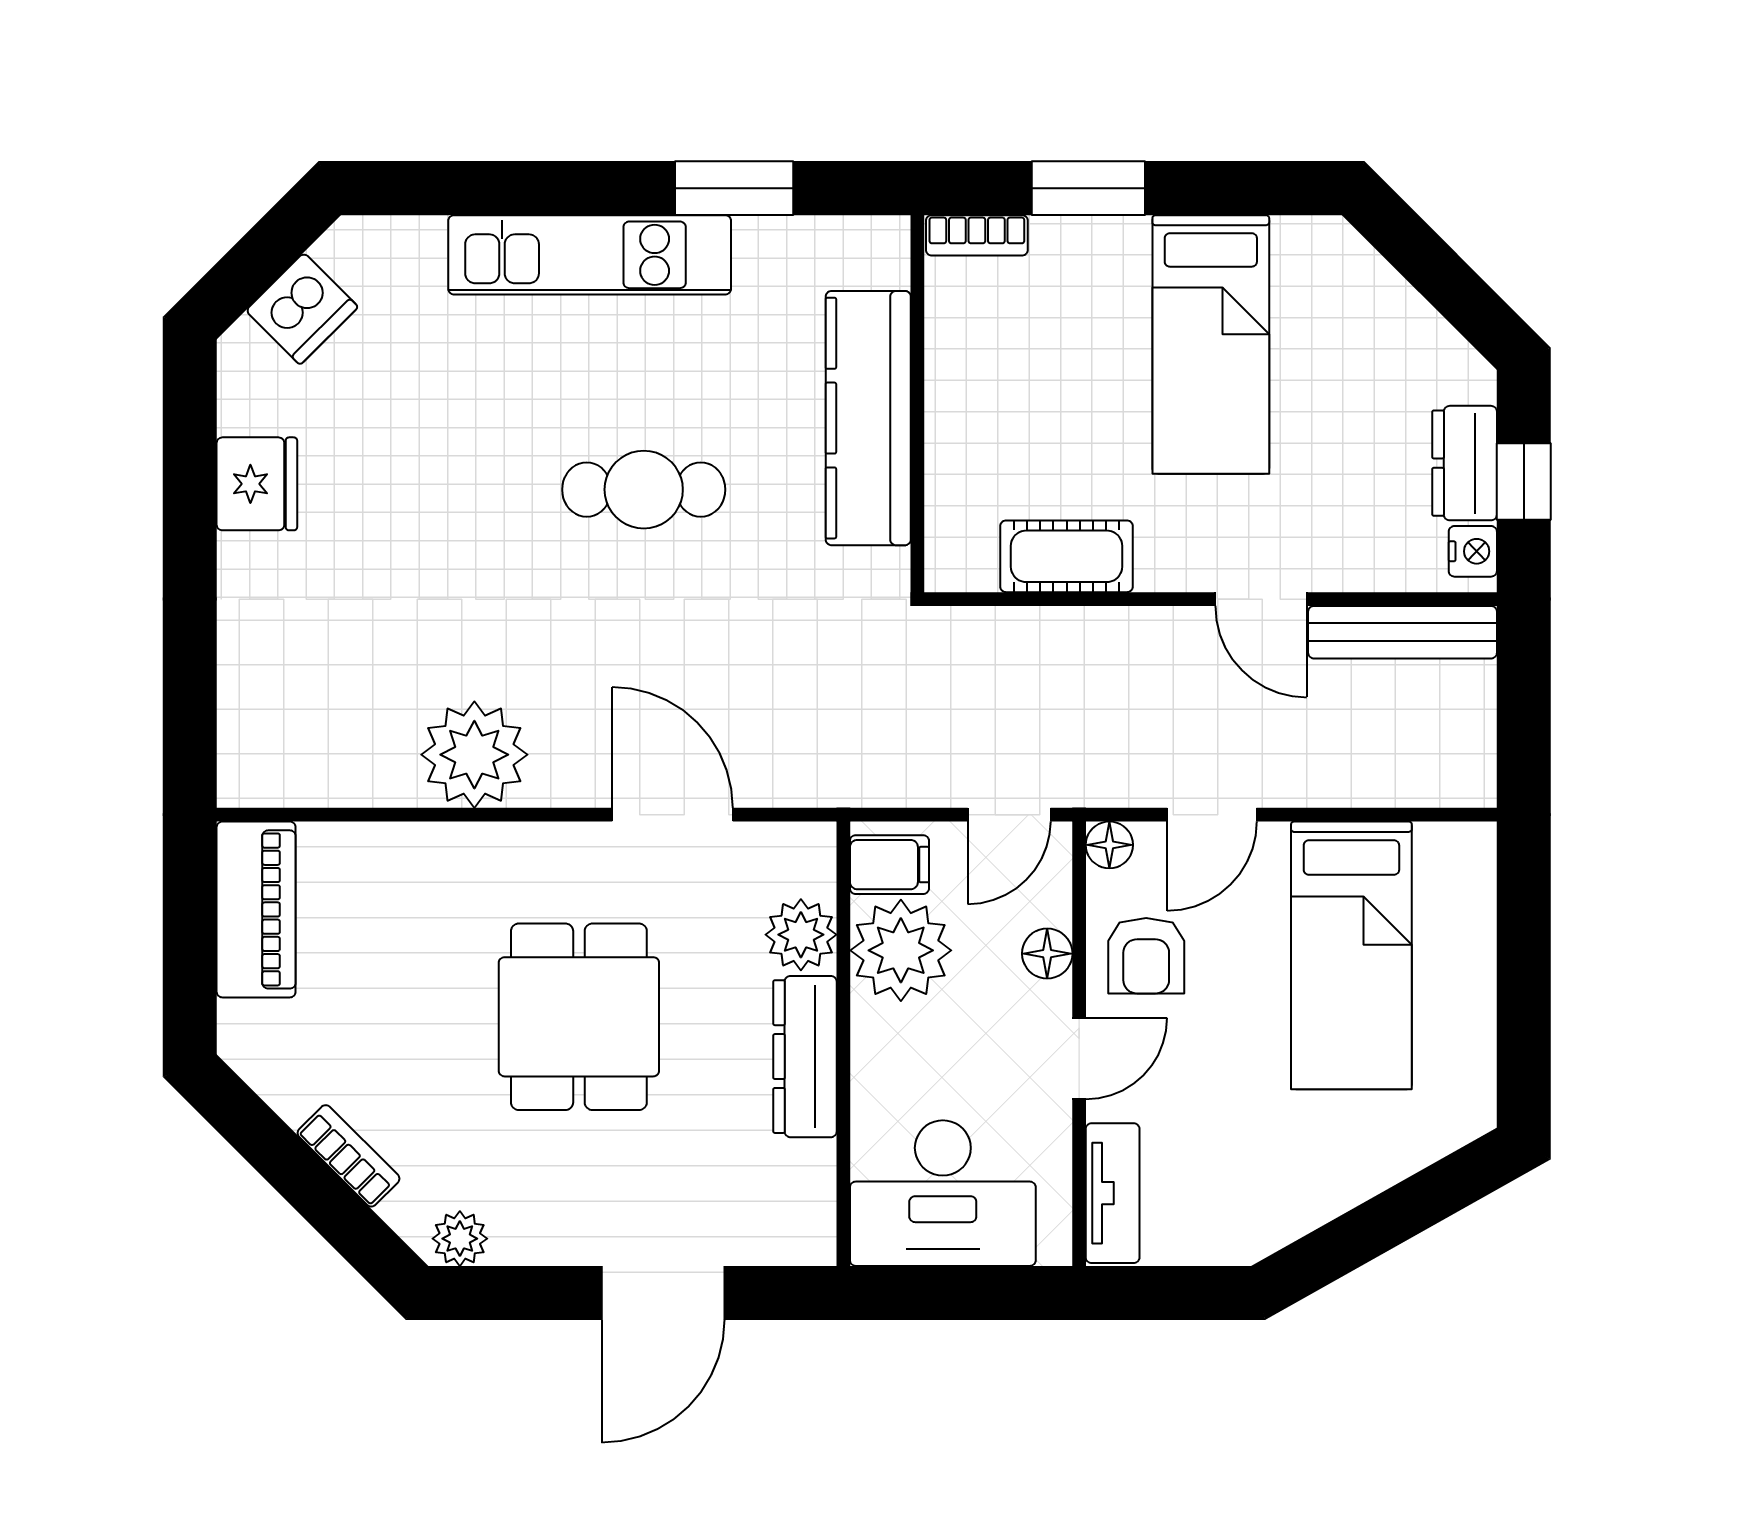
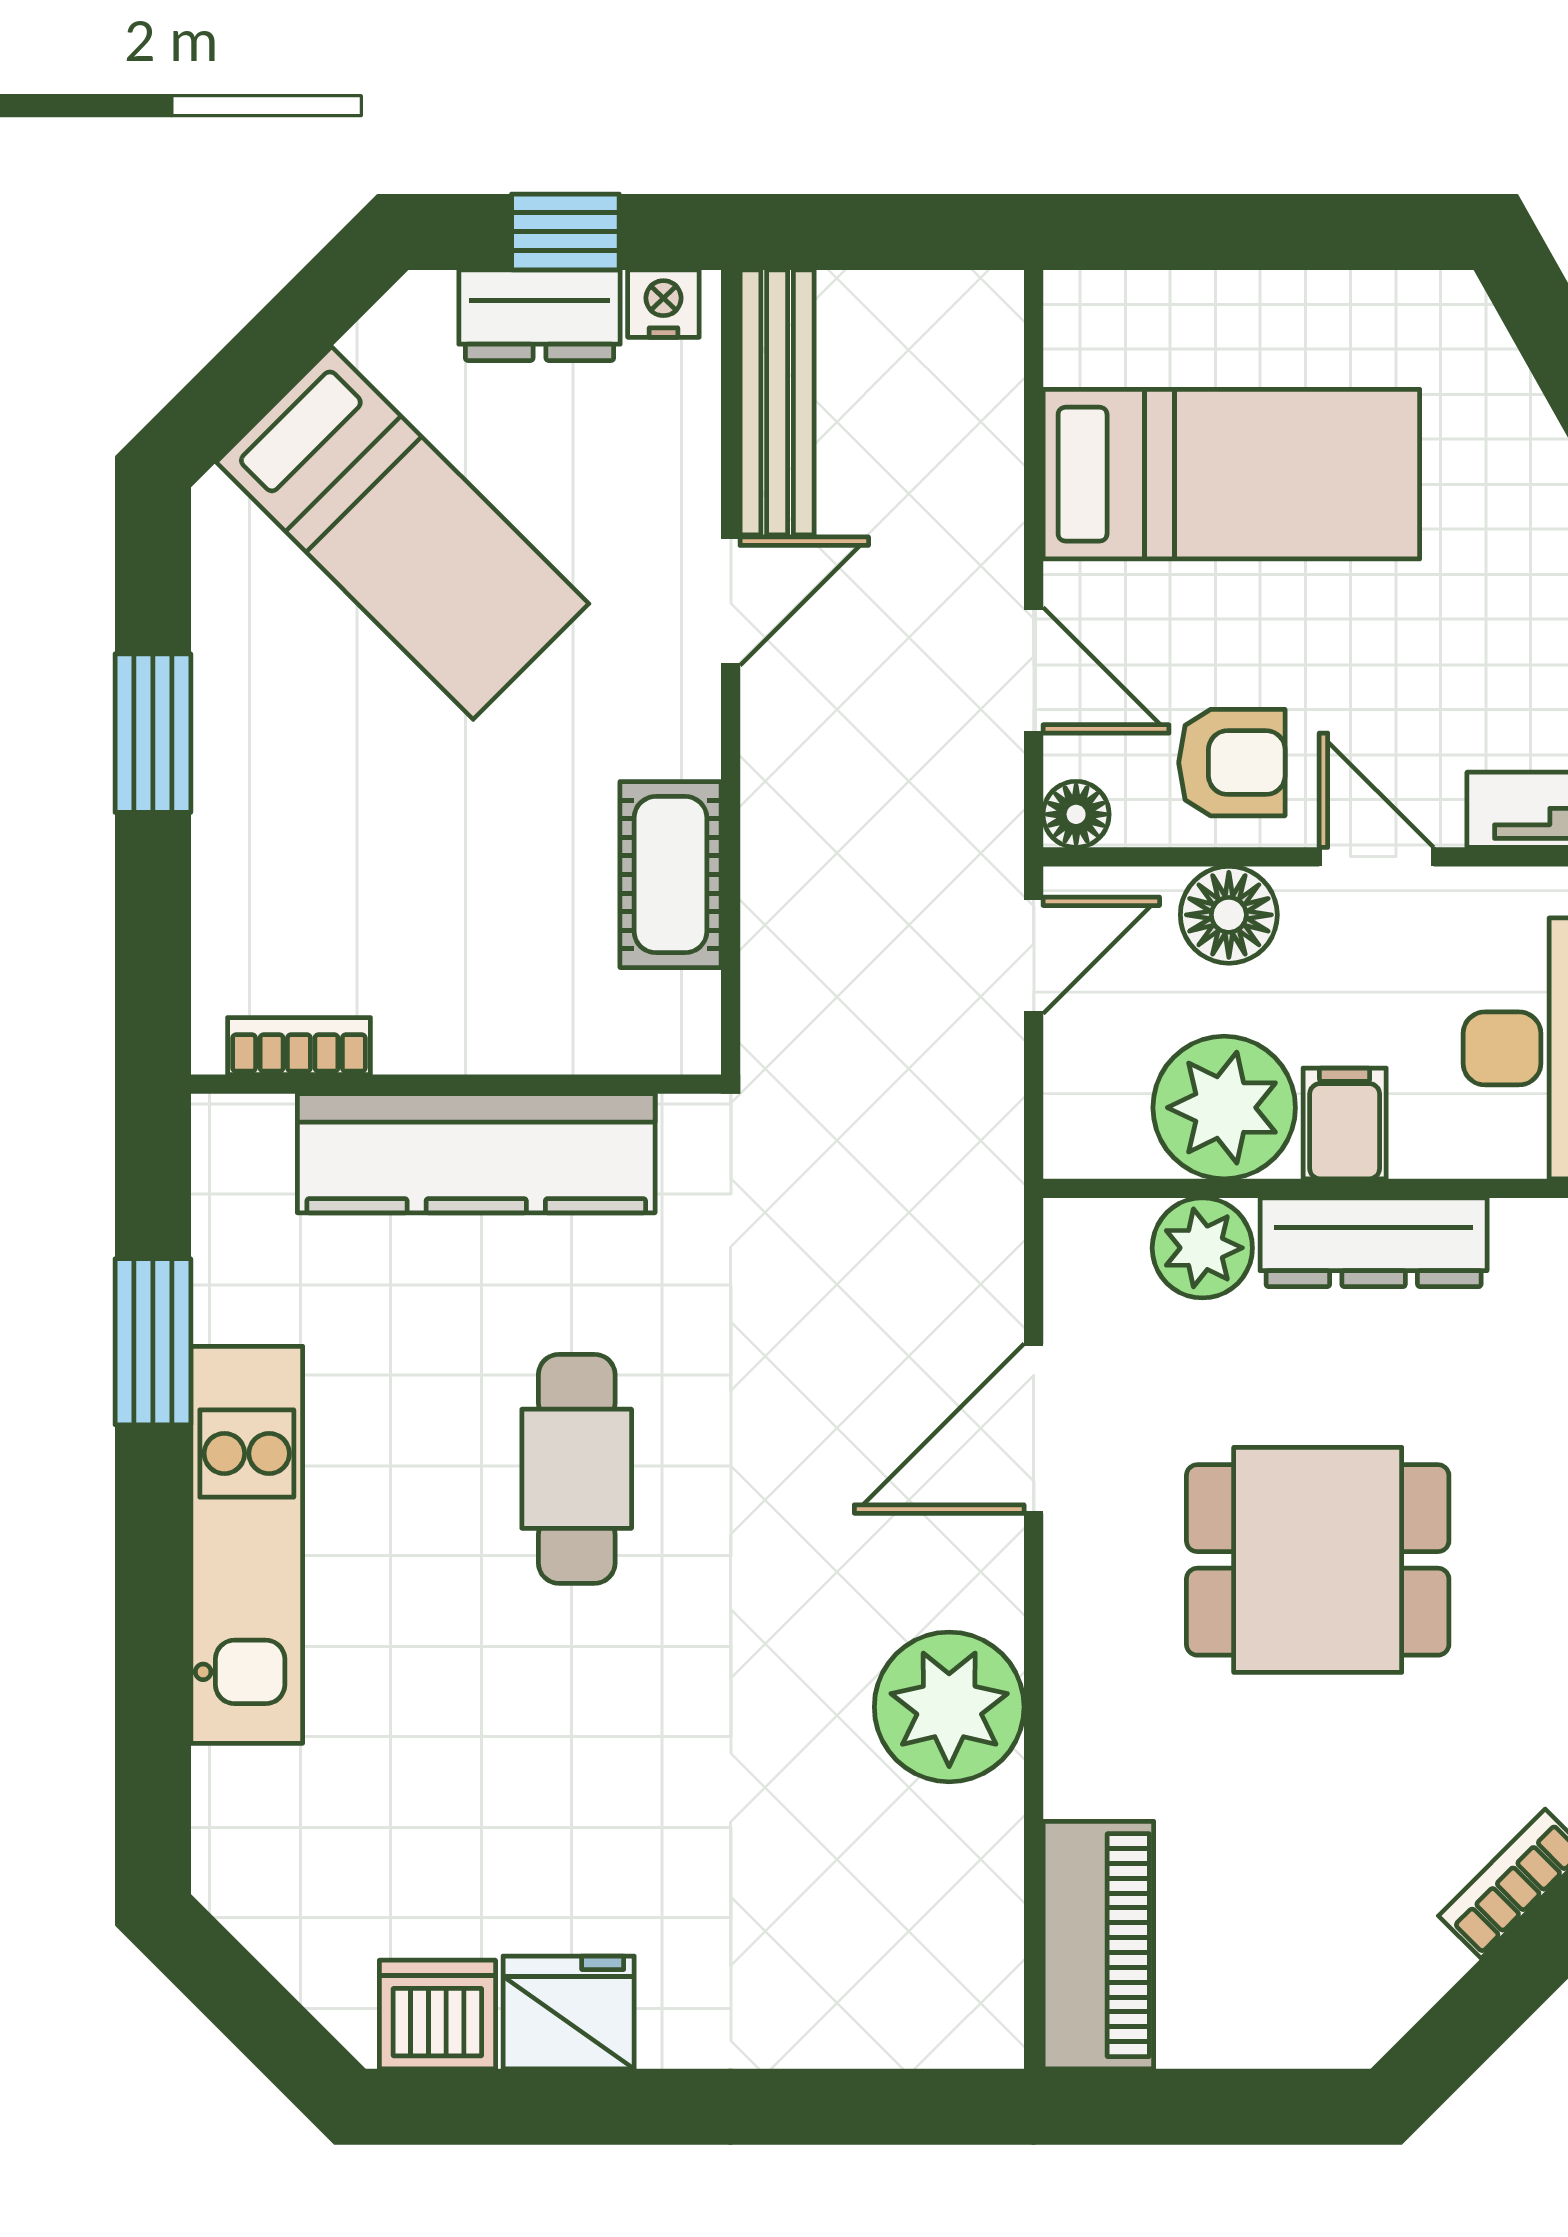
window: (1088, 188) -> (153, 733), moved
bookcase: (977, 235) -> (299, 1046), moved, turned -90
dishwasher: (302, 309) -> (437, 2015), moved, turned -45
bed: (1211, 344) -> (402, 533), moved, turned 45
door: (1009, 815) -> (1034, 955), hinge flipped
filing cabinet: (889, 865) -> (1345, 1123), moved
piano: (256, 909) -> (1098, 1945), moved, turned 90
floor lamp: (1047, 954) -> (1229, 915), width x1.37, depth x1.37

